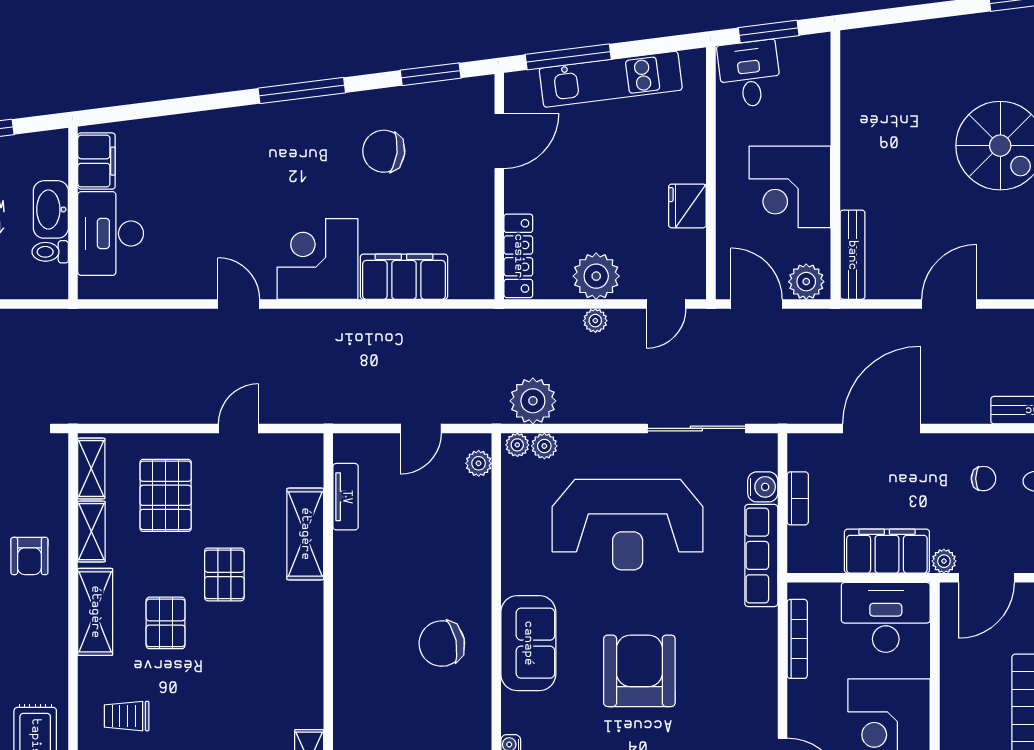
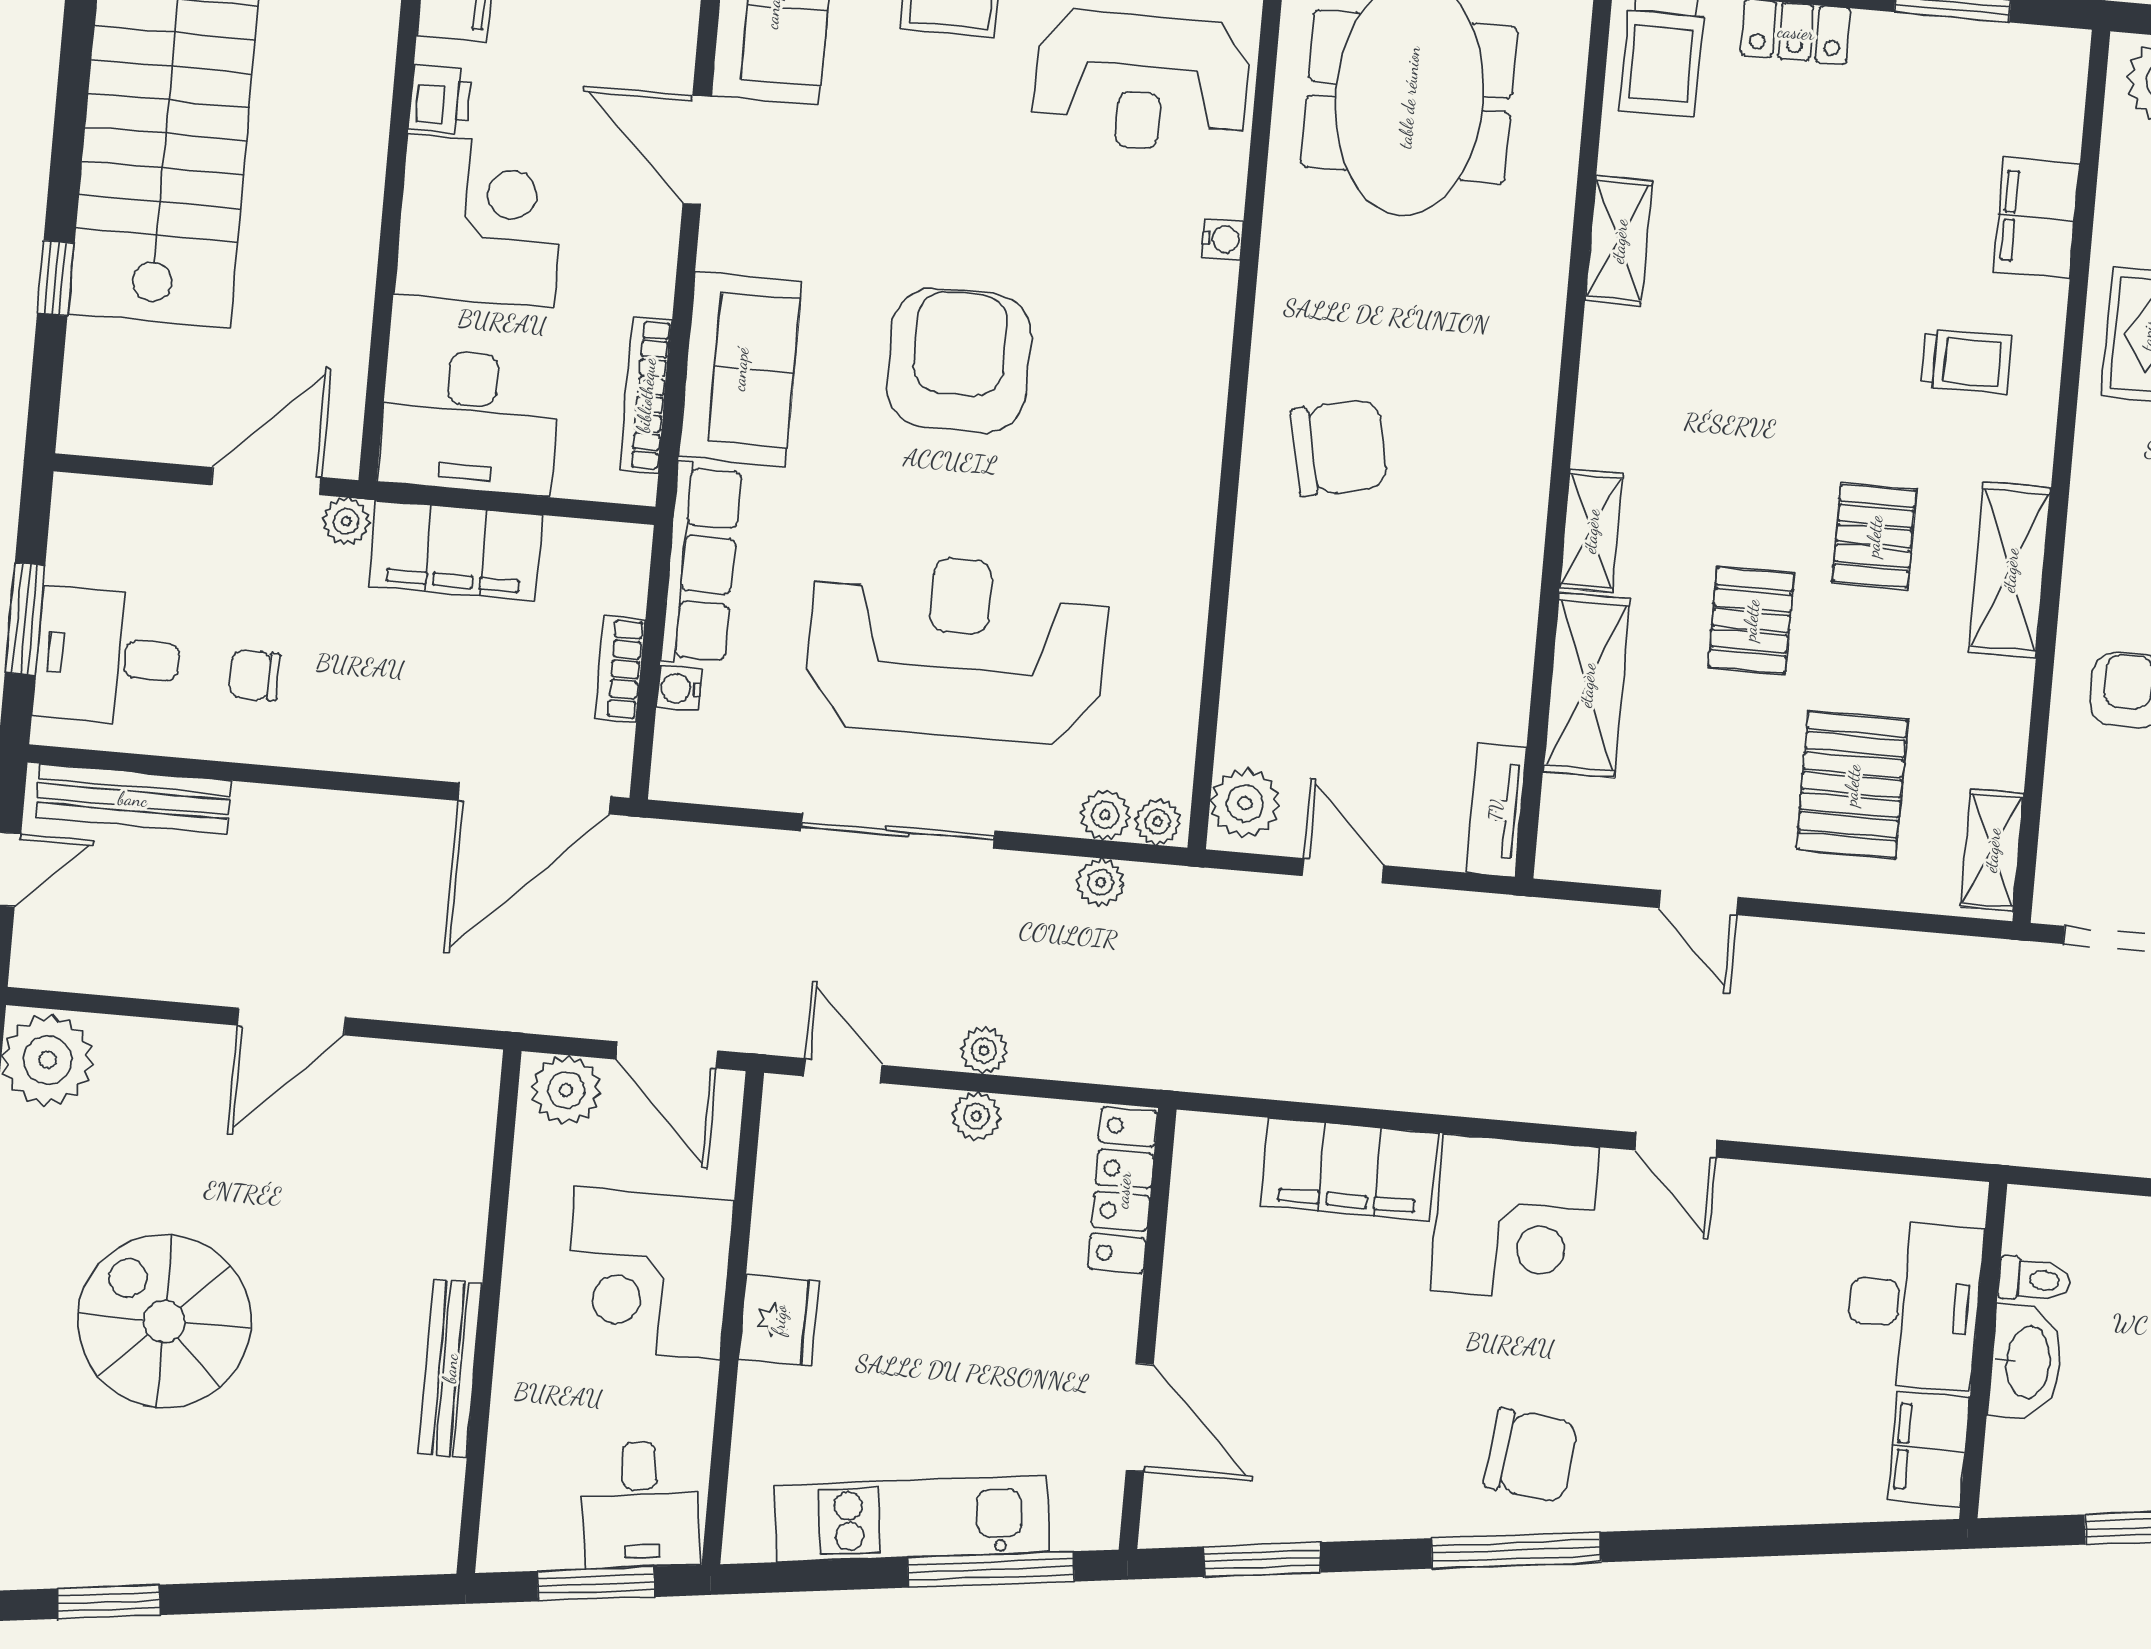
door: (499, 141) -> (1140, 1417), swing flipped
chair: (384, 151) -> (1531, 1455), moved
corner desk: (790, 187) -> (648, 1273), moved, turned 180
fridge: (687, 206) -> (779, 1320), moved
bench: (852, 255) -> (450, 1368), moved
plant: (596, 276) -> (976, 1116), width x0.53, depth x0.53
door: (666, 304) -> (843, 1071), hinge flipped
plant: (533, 401) -> (1100, 882), width x0.53, depth x0.53
door: (238, 428) -> (1698, 902), hinge flipped
door: (421, 428) -> (1343, 871), hinge flipped
sliding door: (696, 428) -> (898, 831), moved
door: (881, 428) -> (534, 799), moved
plant: (479, 463) -> (1245, 803), width x1.38, depth x1.38
water cooler: (763, 487) -> (679, 689), width x0.72, depth x0.72
tv unit: (346, 497) -> (1496, 810), moved
shelving: (91, 532) -> (1591, 531), moved
sofa: (528, 643) -> (740, 369), moved, turned 180
armchair: (639, 671) -> (959, 360), turned 180

